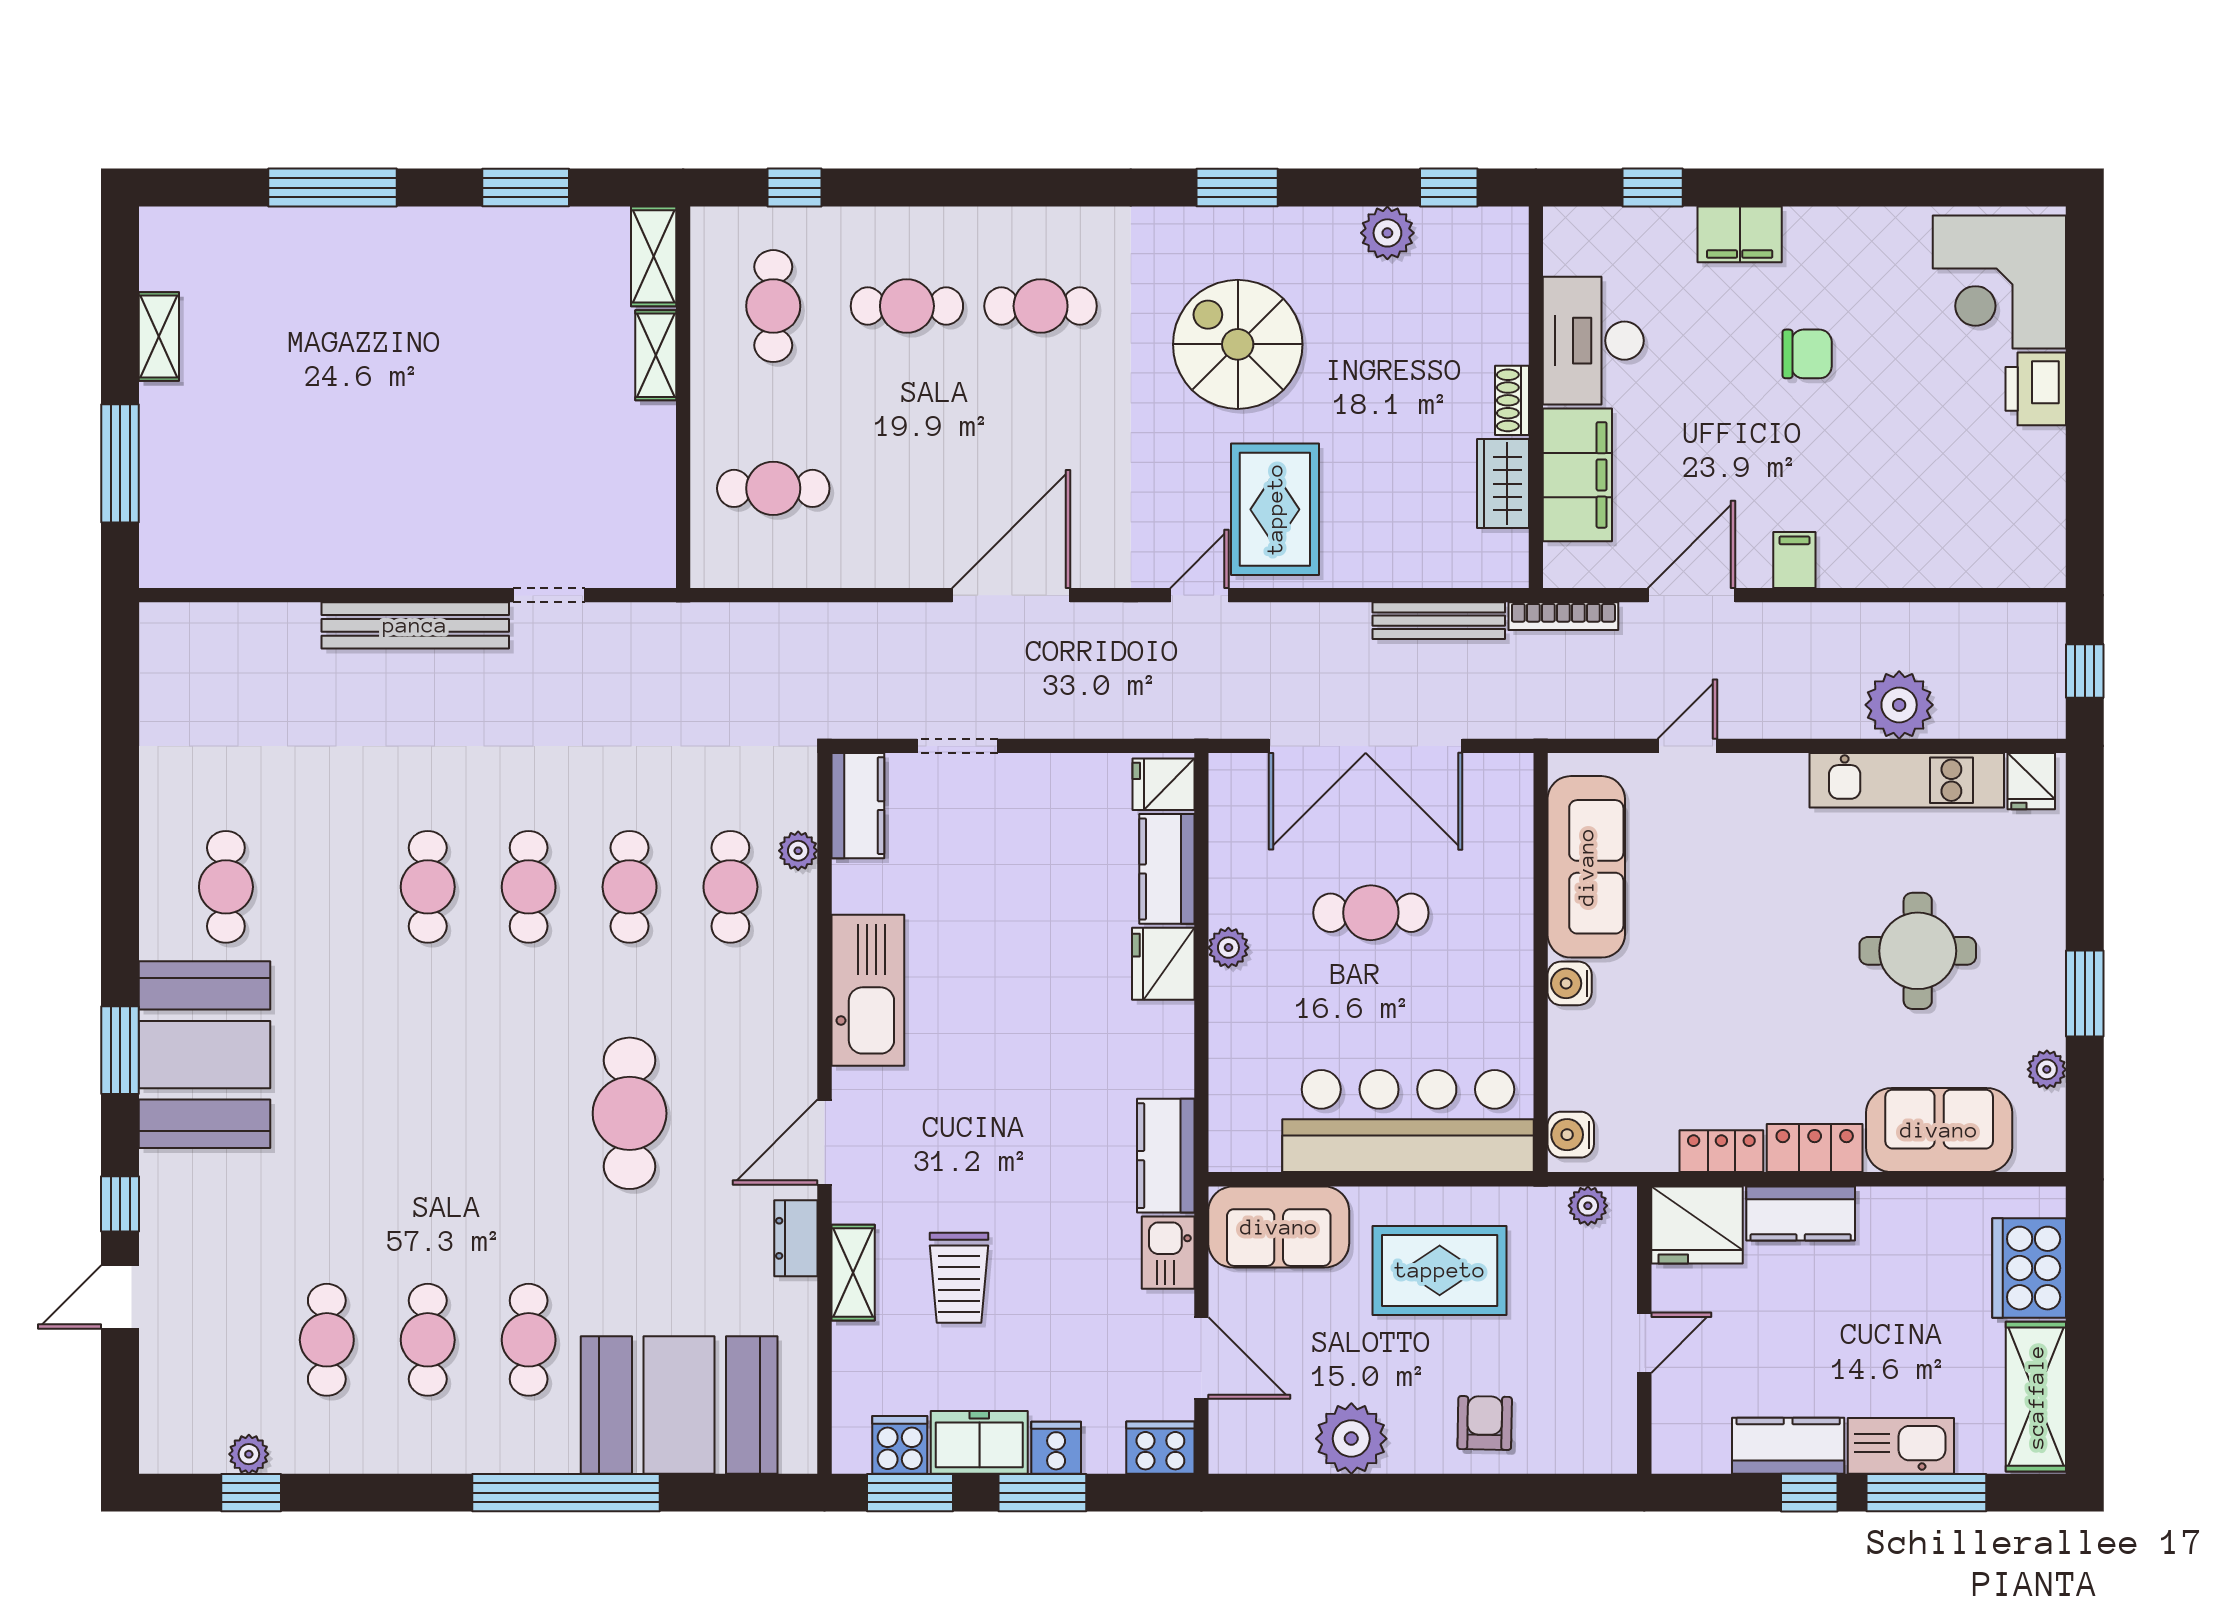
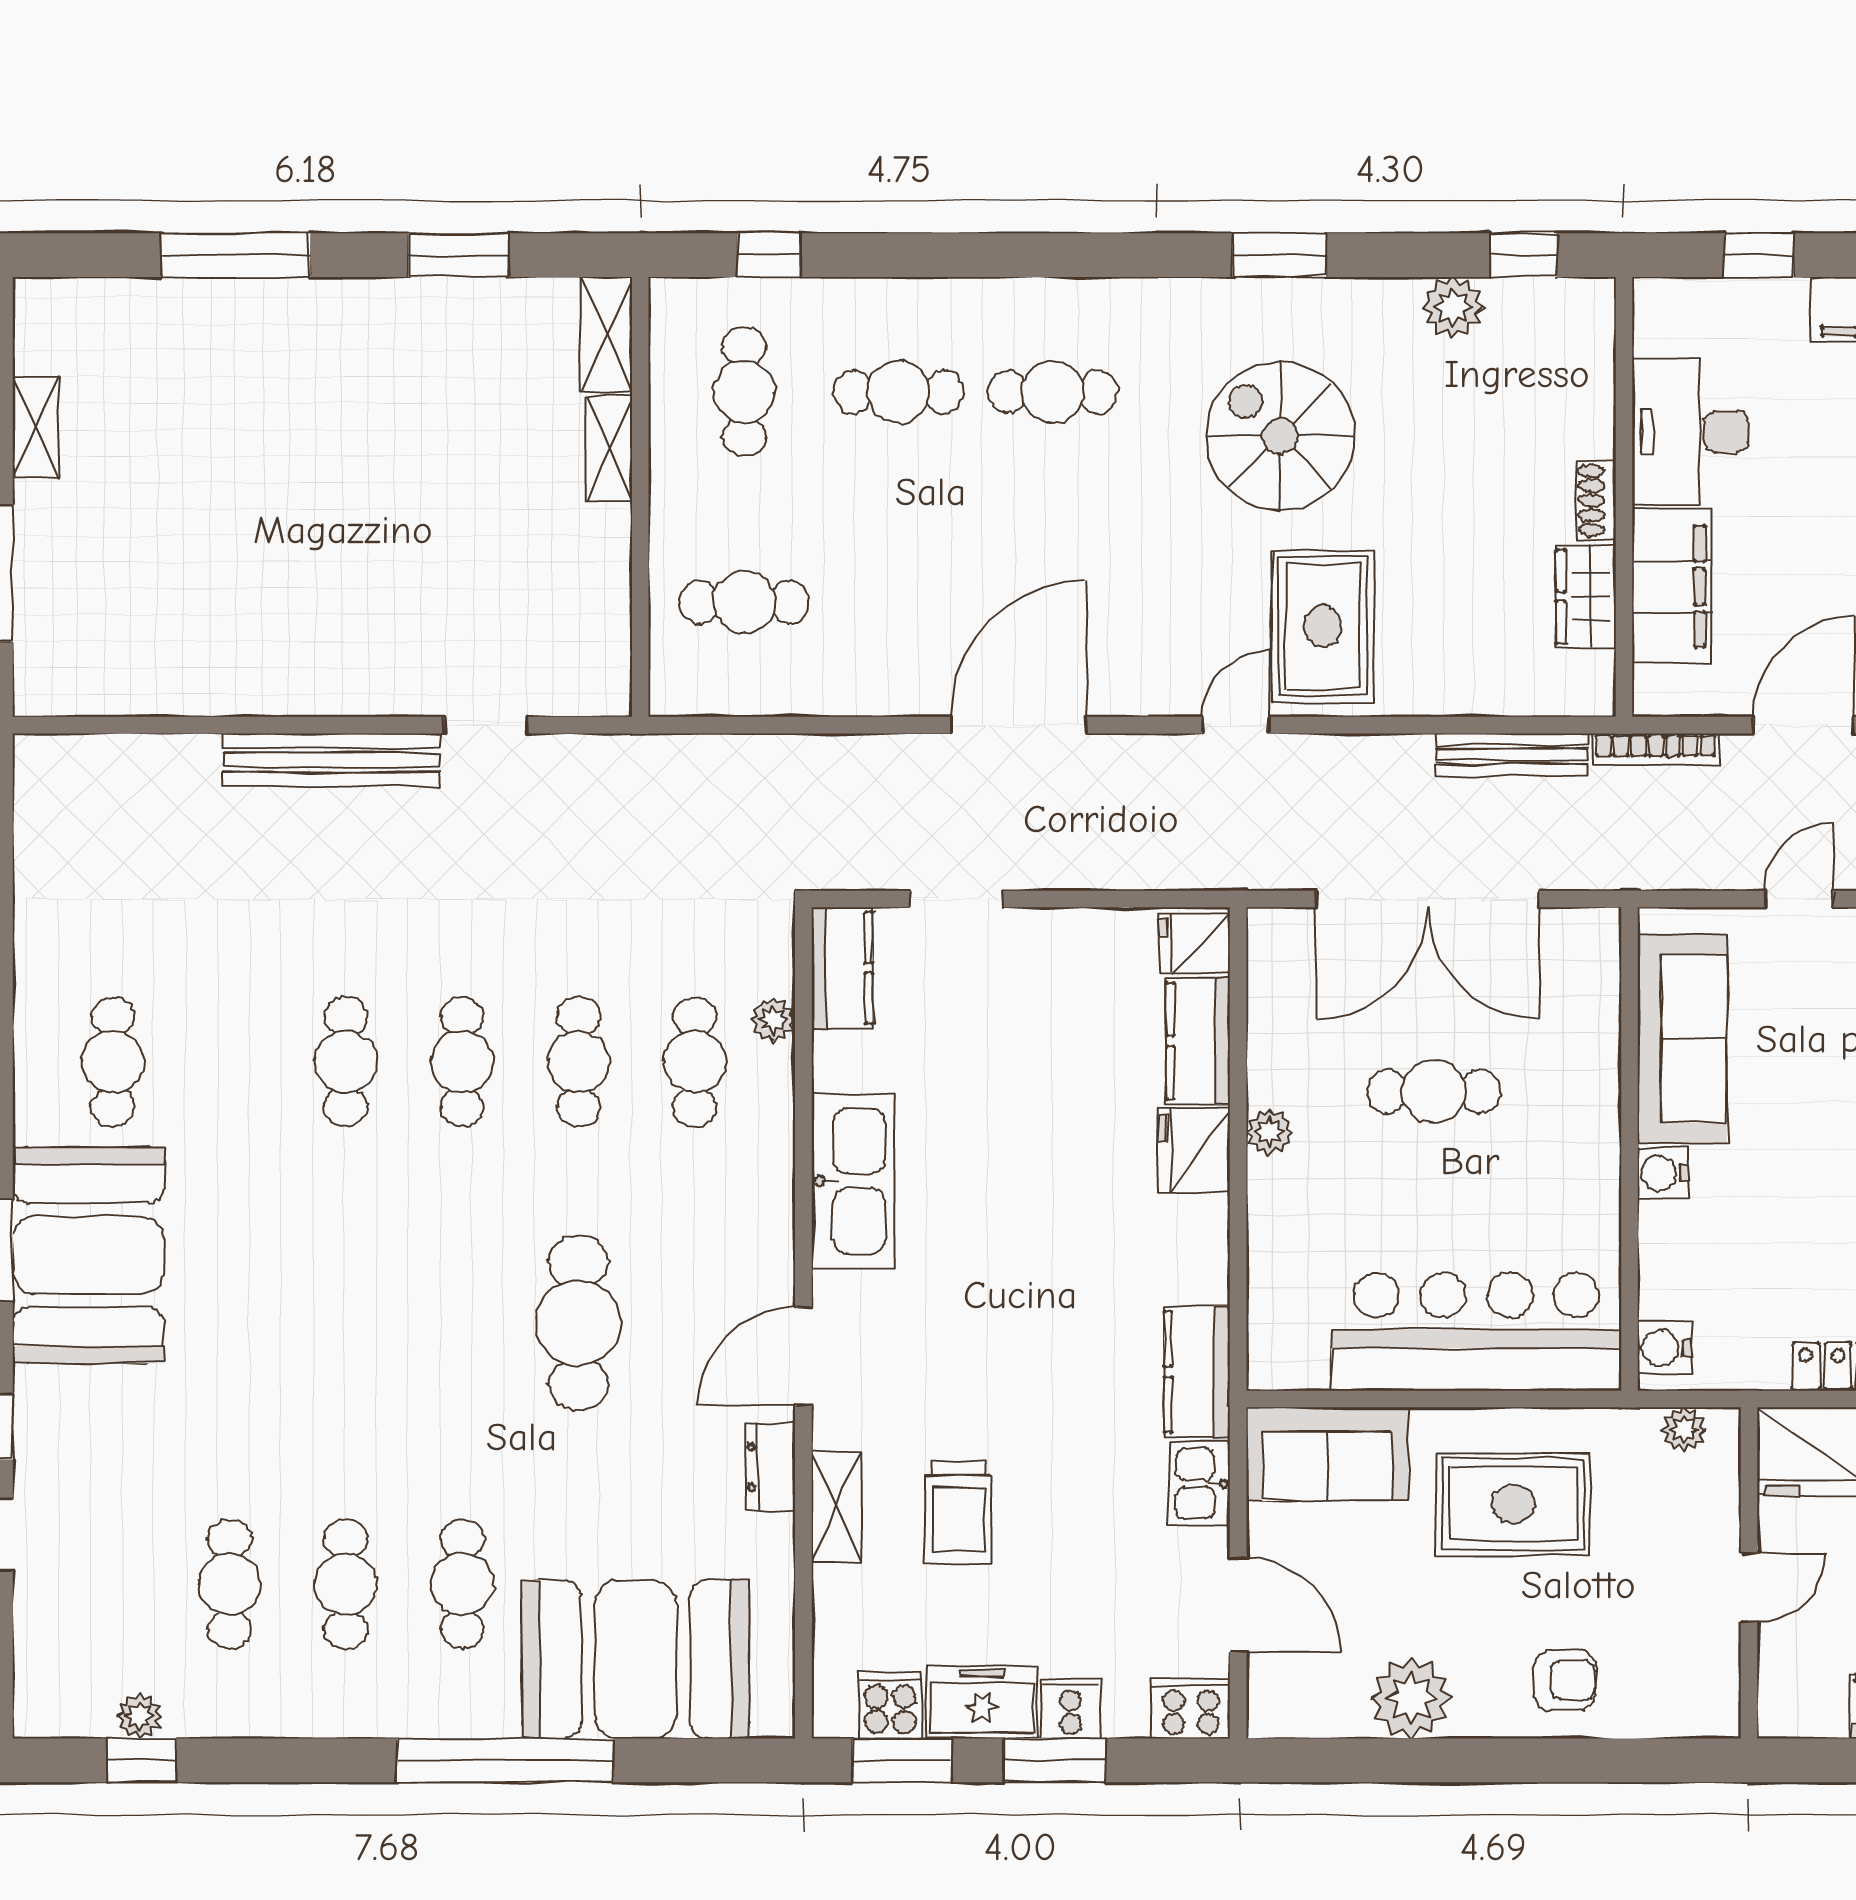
armchair: (1485, 1423) -> (1565, 1680), turned 89

